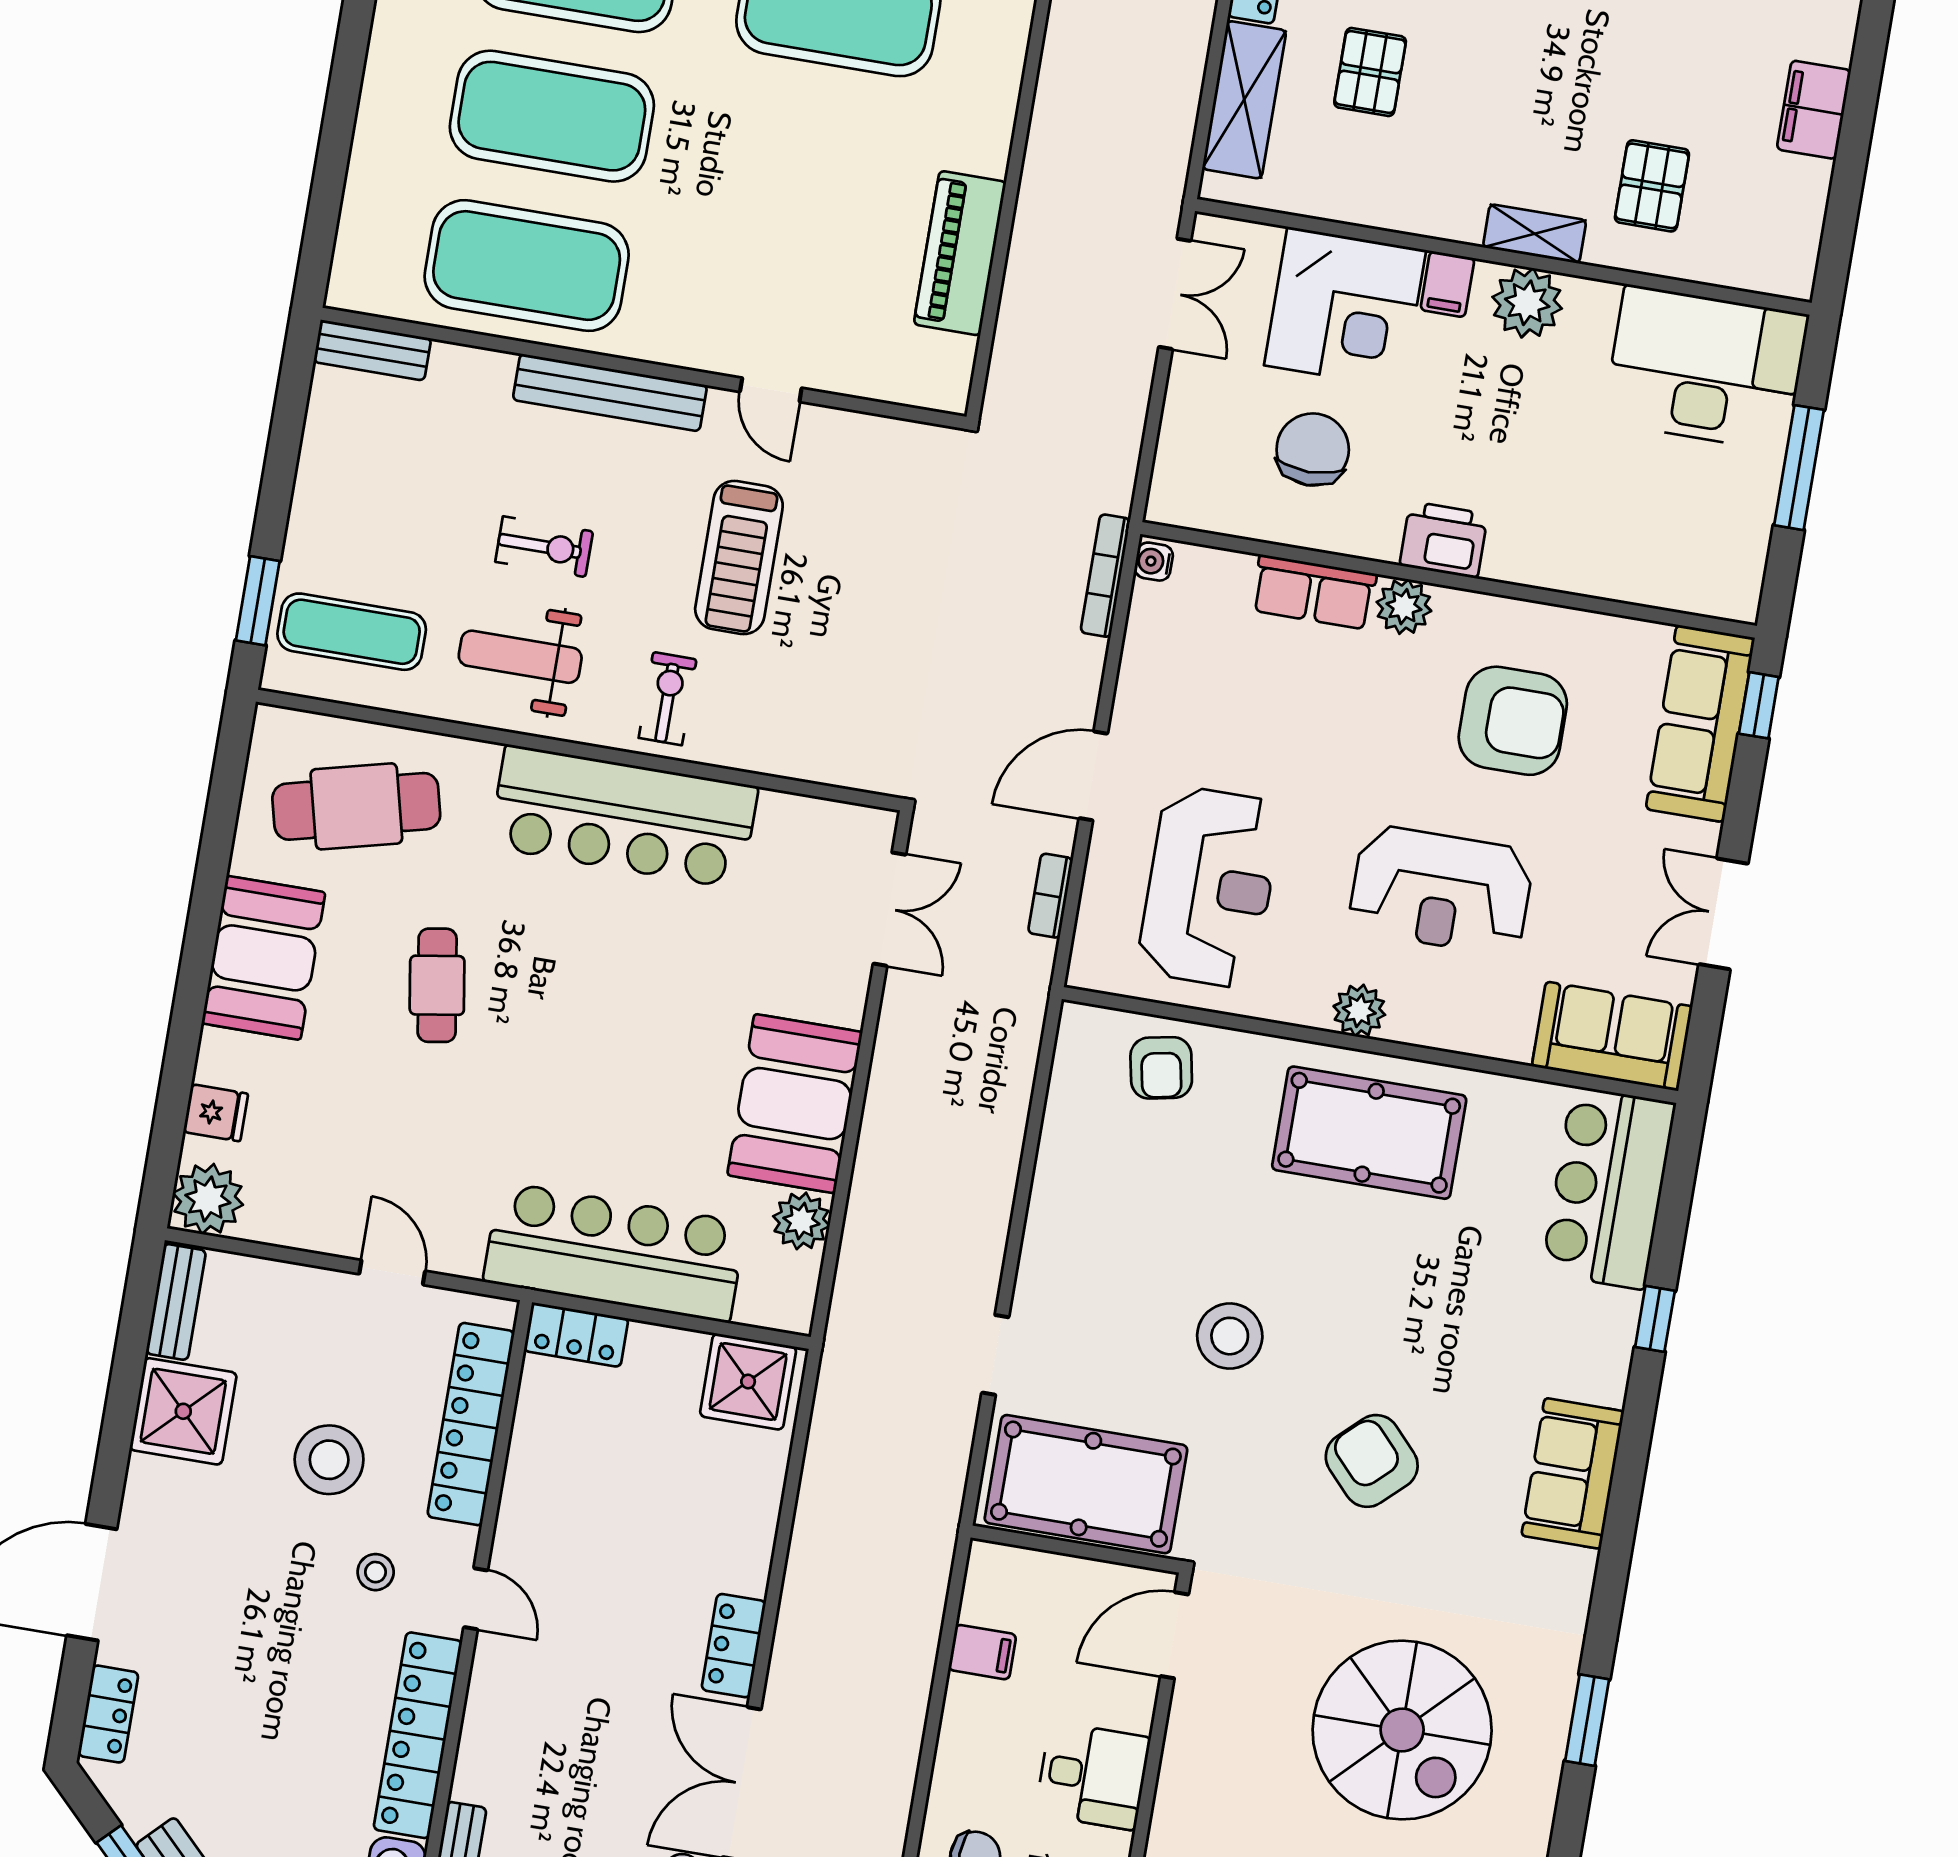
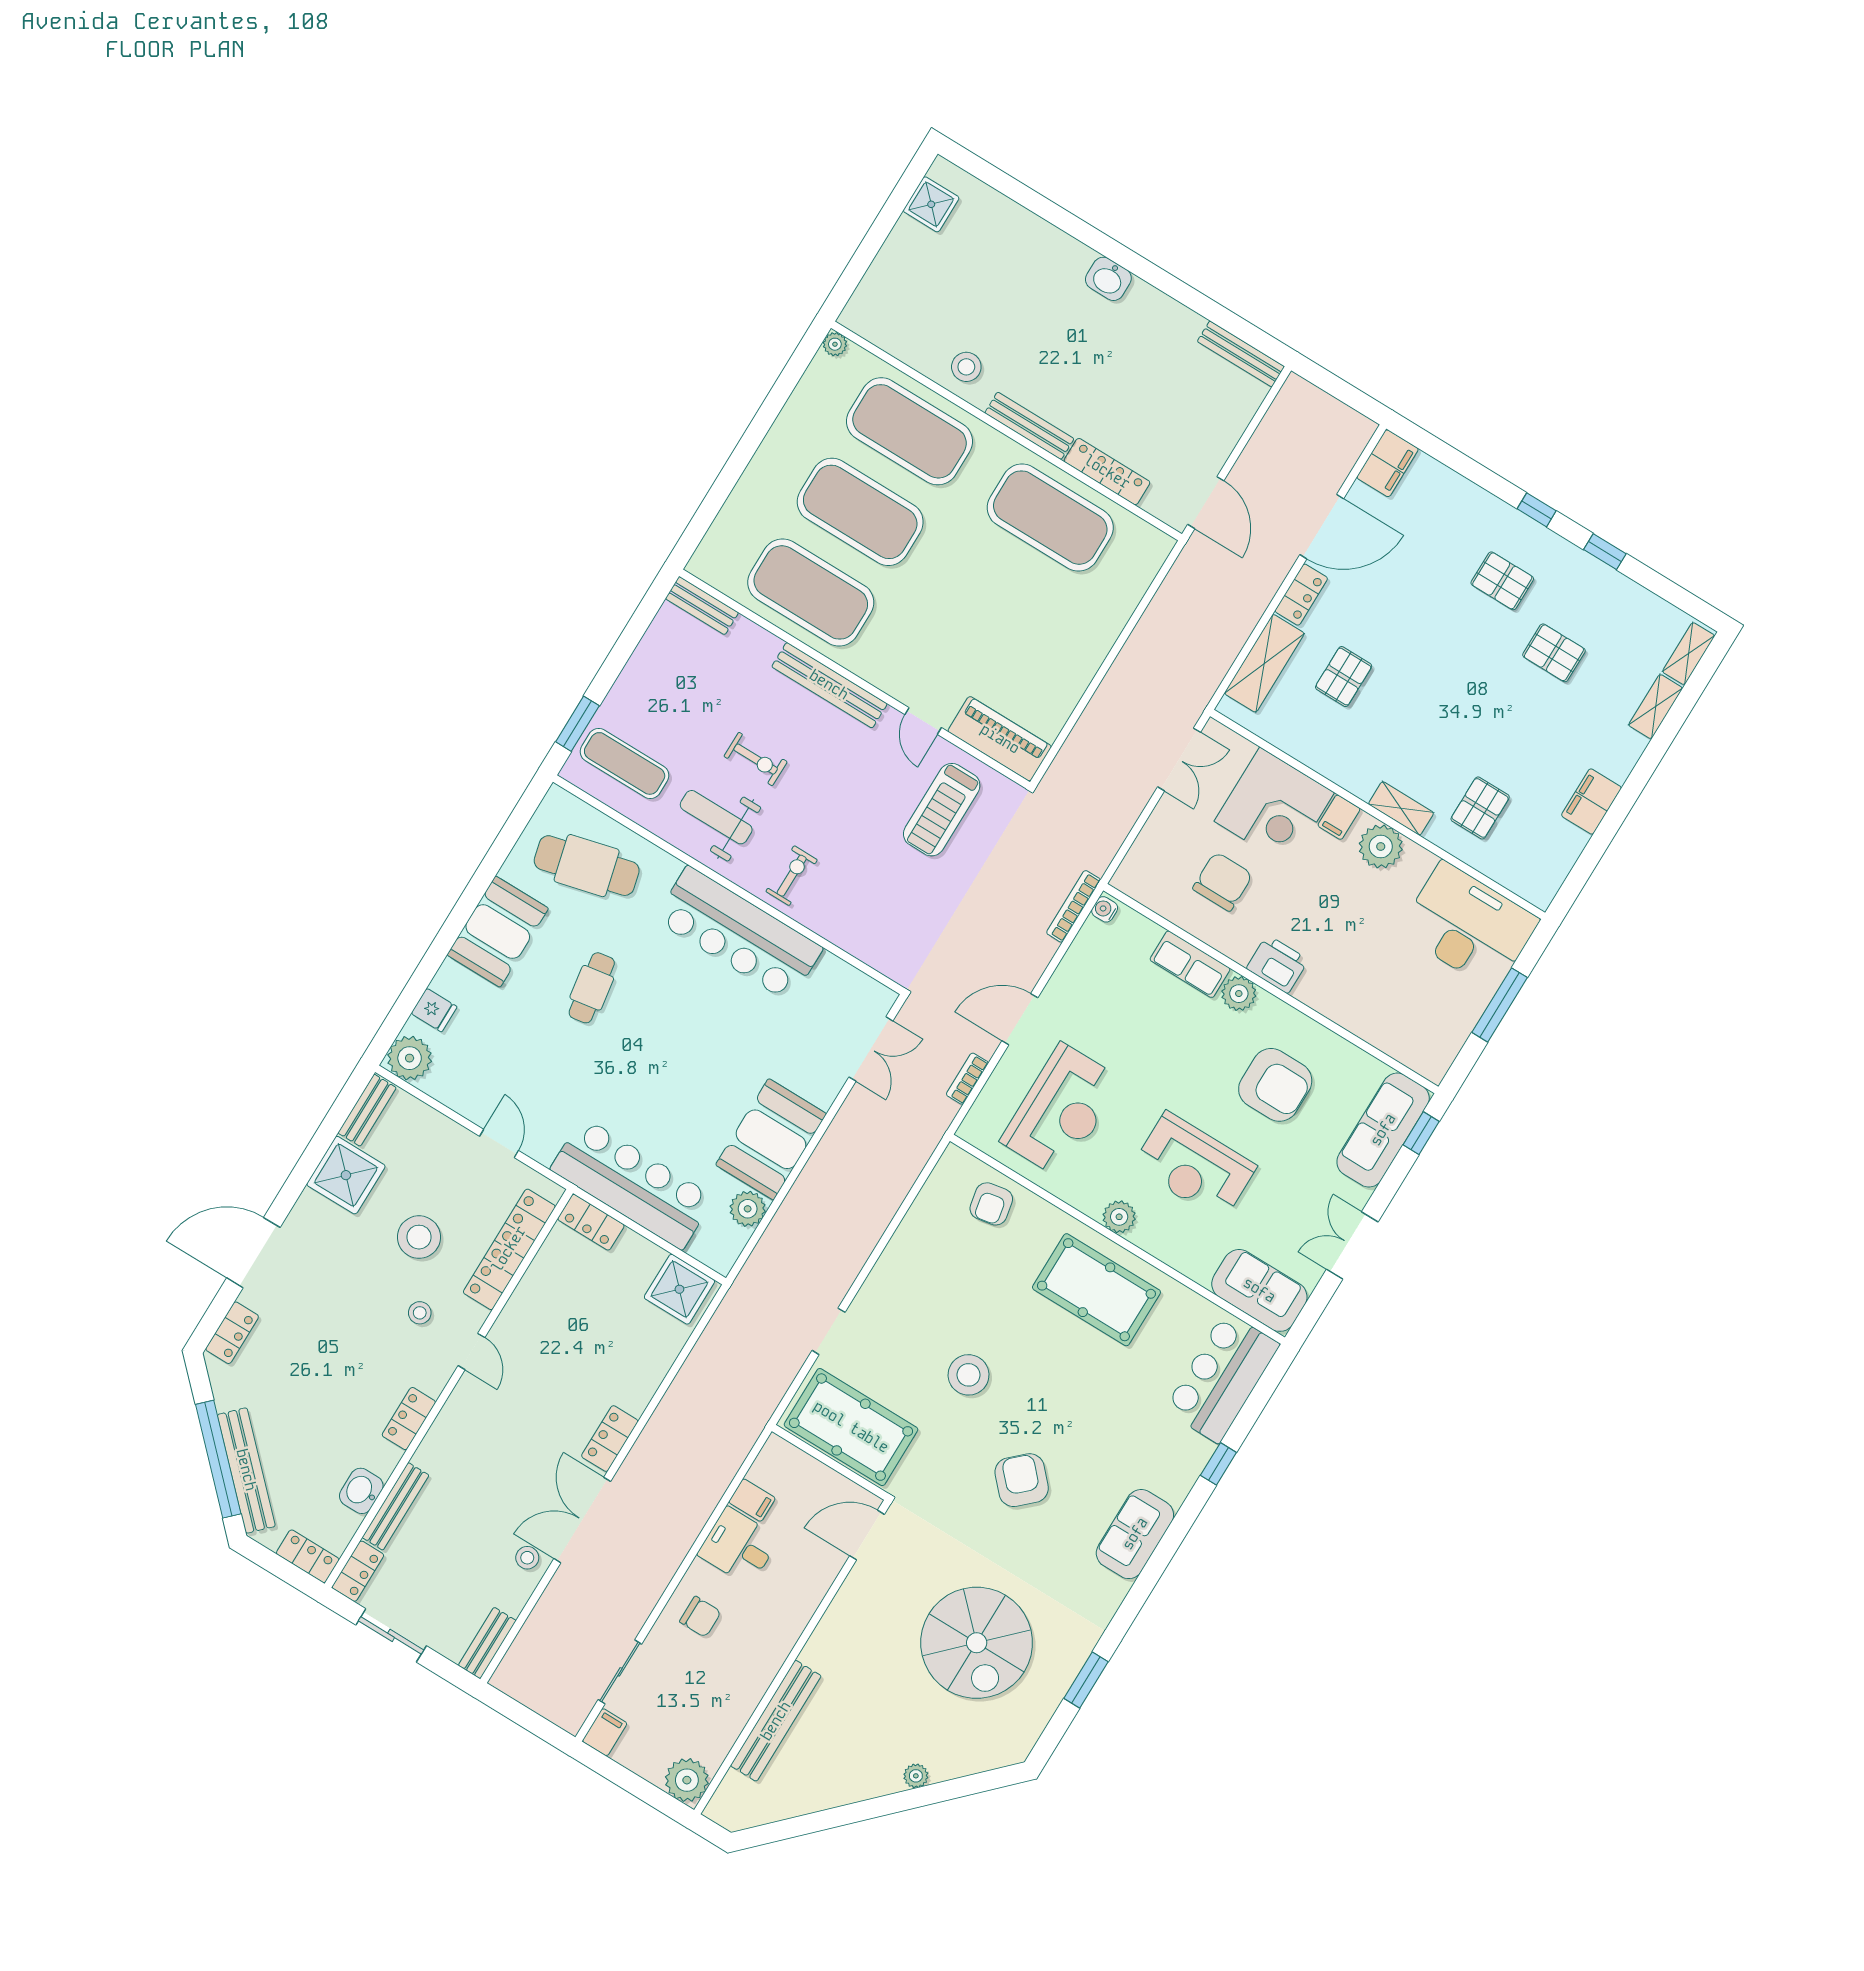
piano: (960, 253) -> (1000, 739), moved, turned 90
treadmill: (739, 558) -> (942, 810), moved
locker: (418, 1735) -> (409, 1419), width x0.46, depth x0.83
desk: (1093, 1776) -> (739, 1546), moved, turned 180

